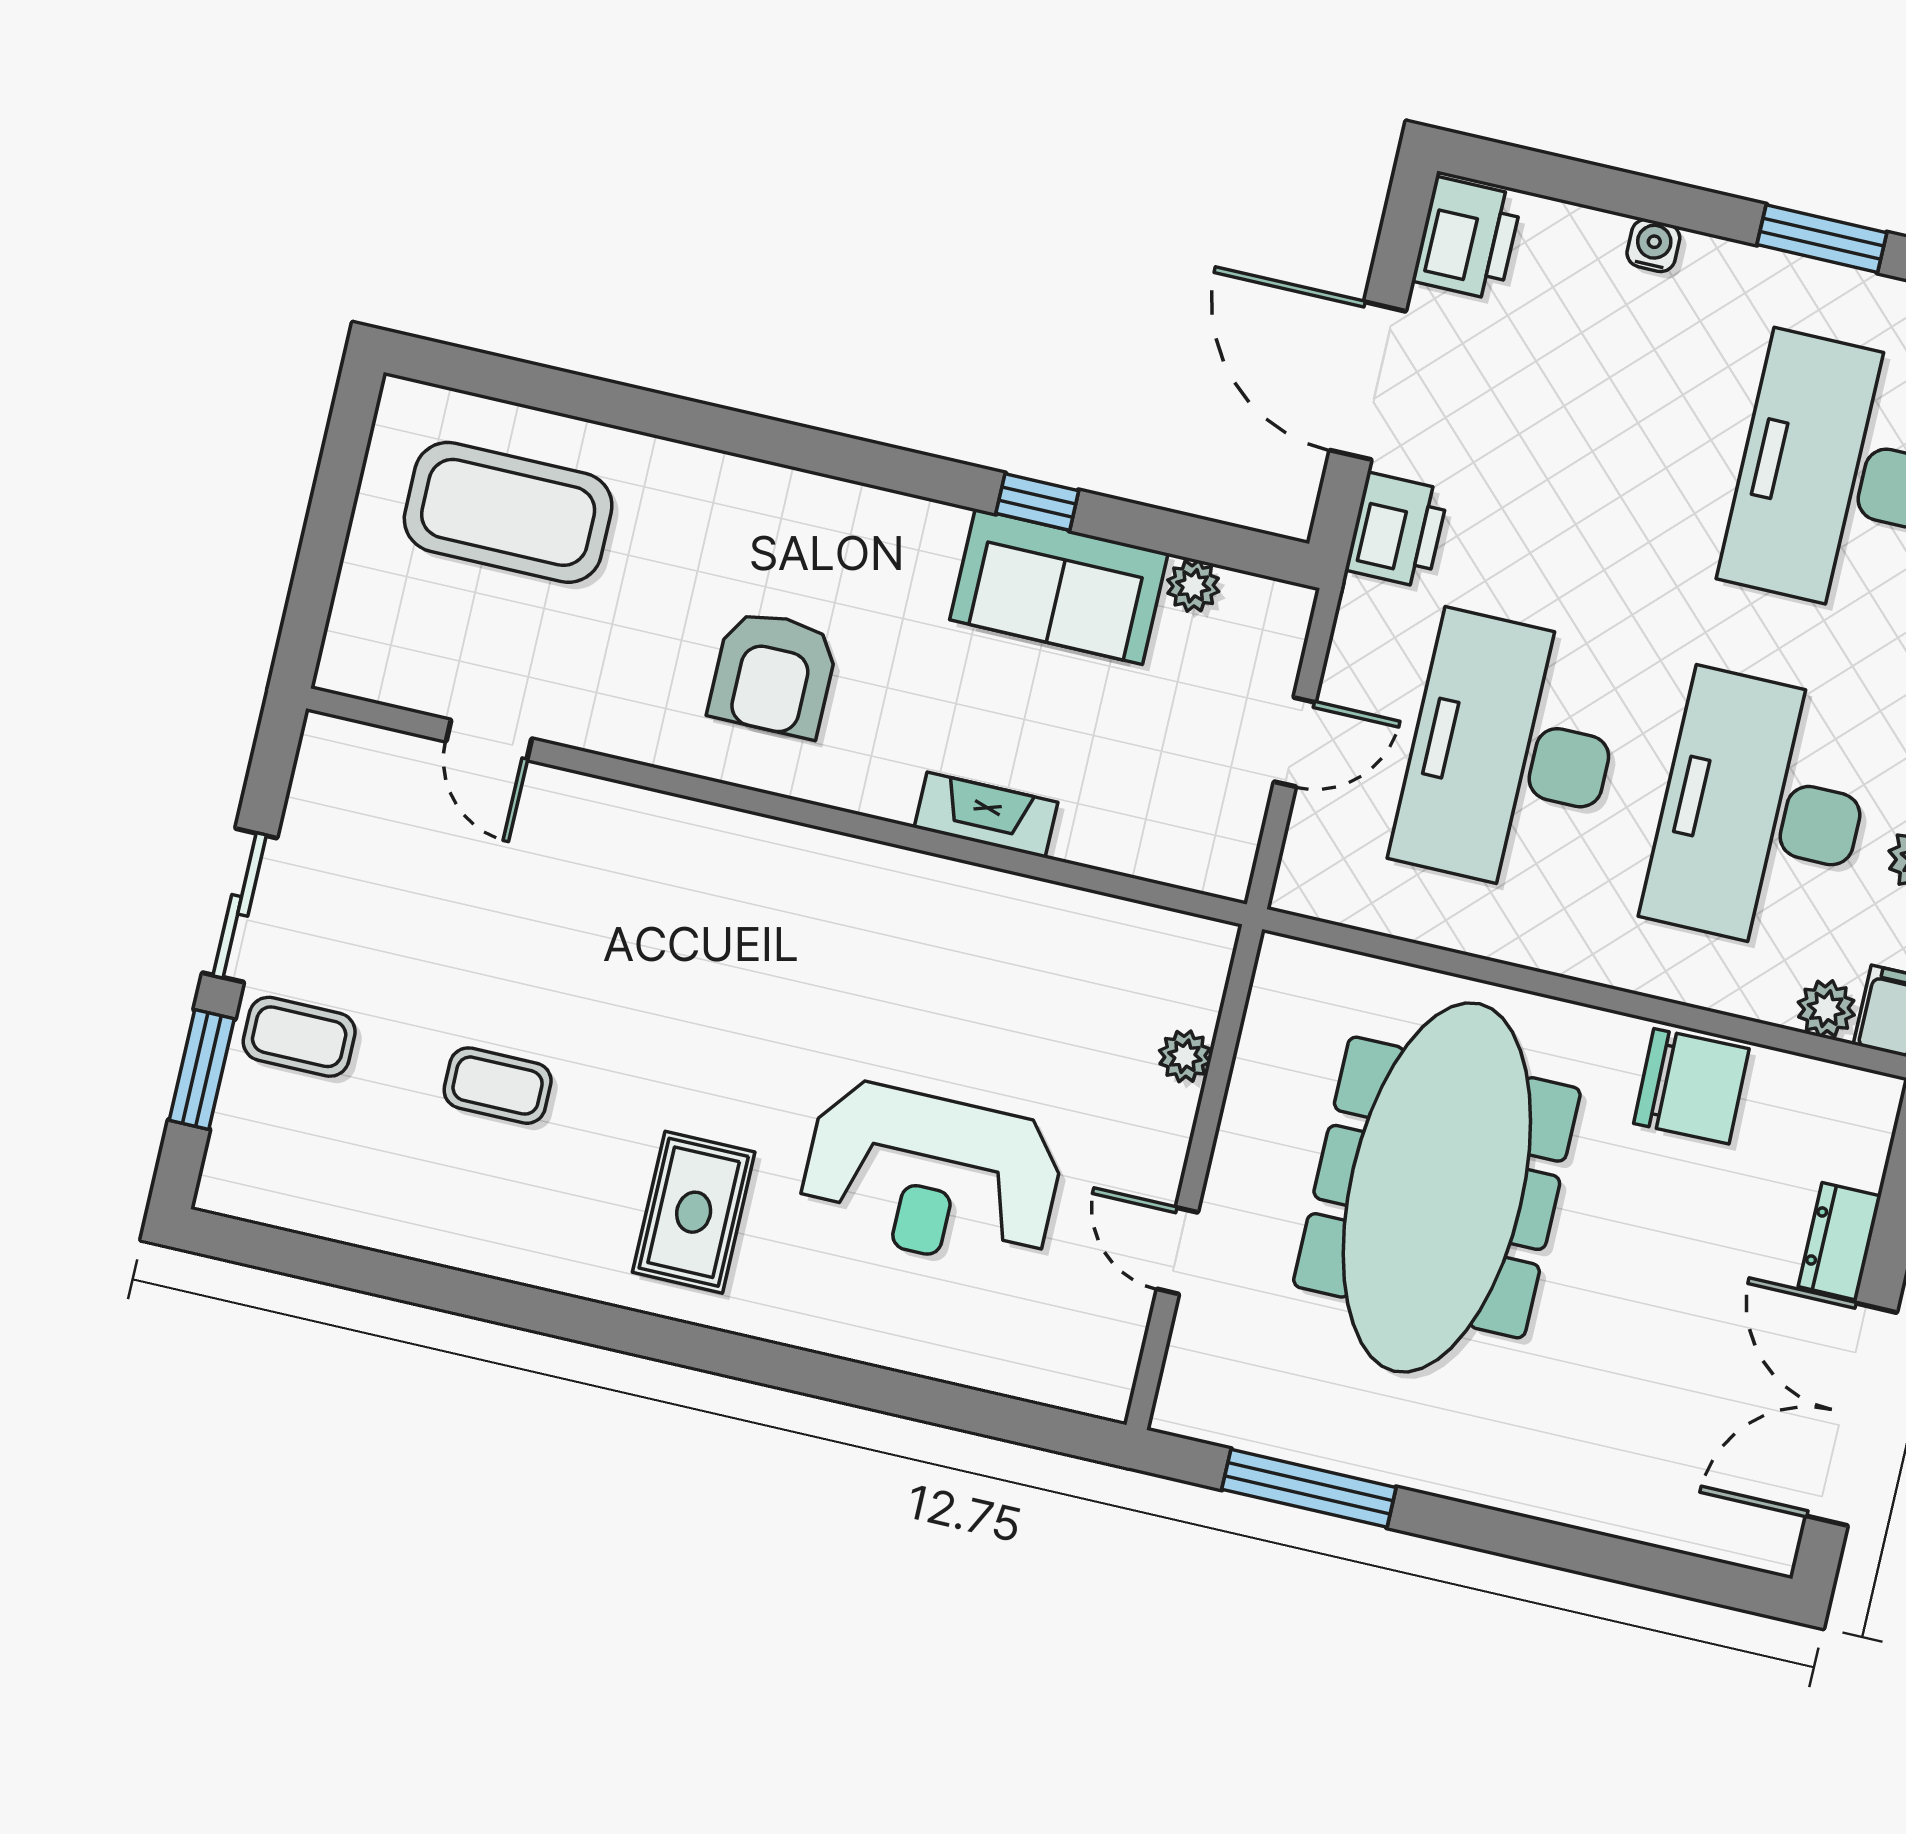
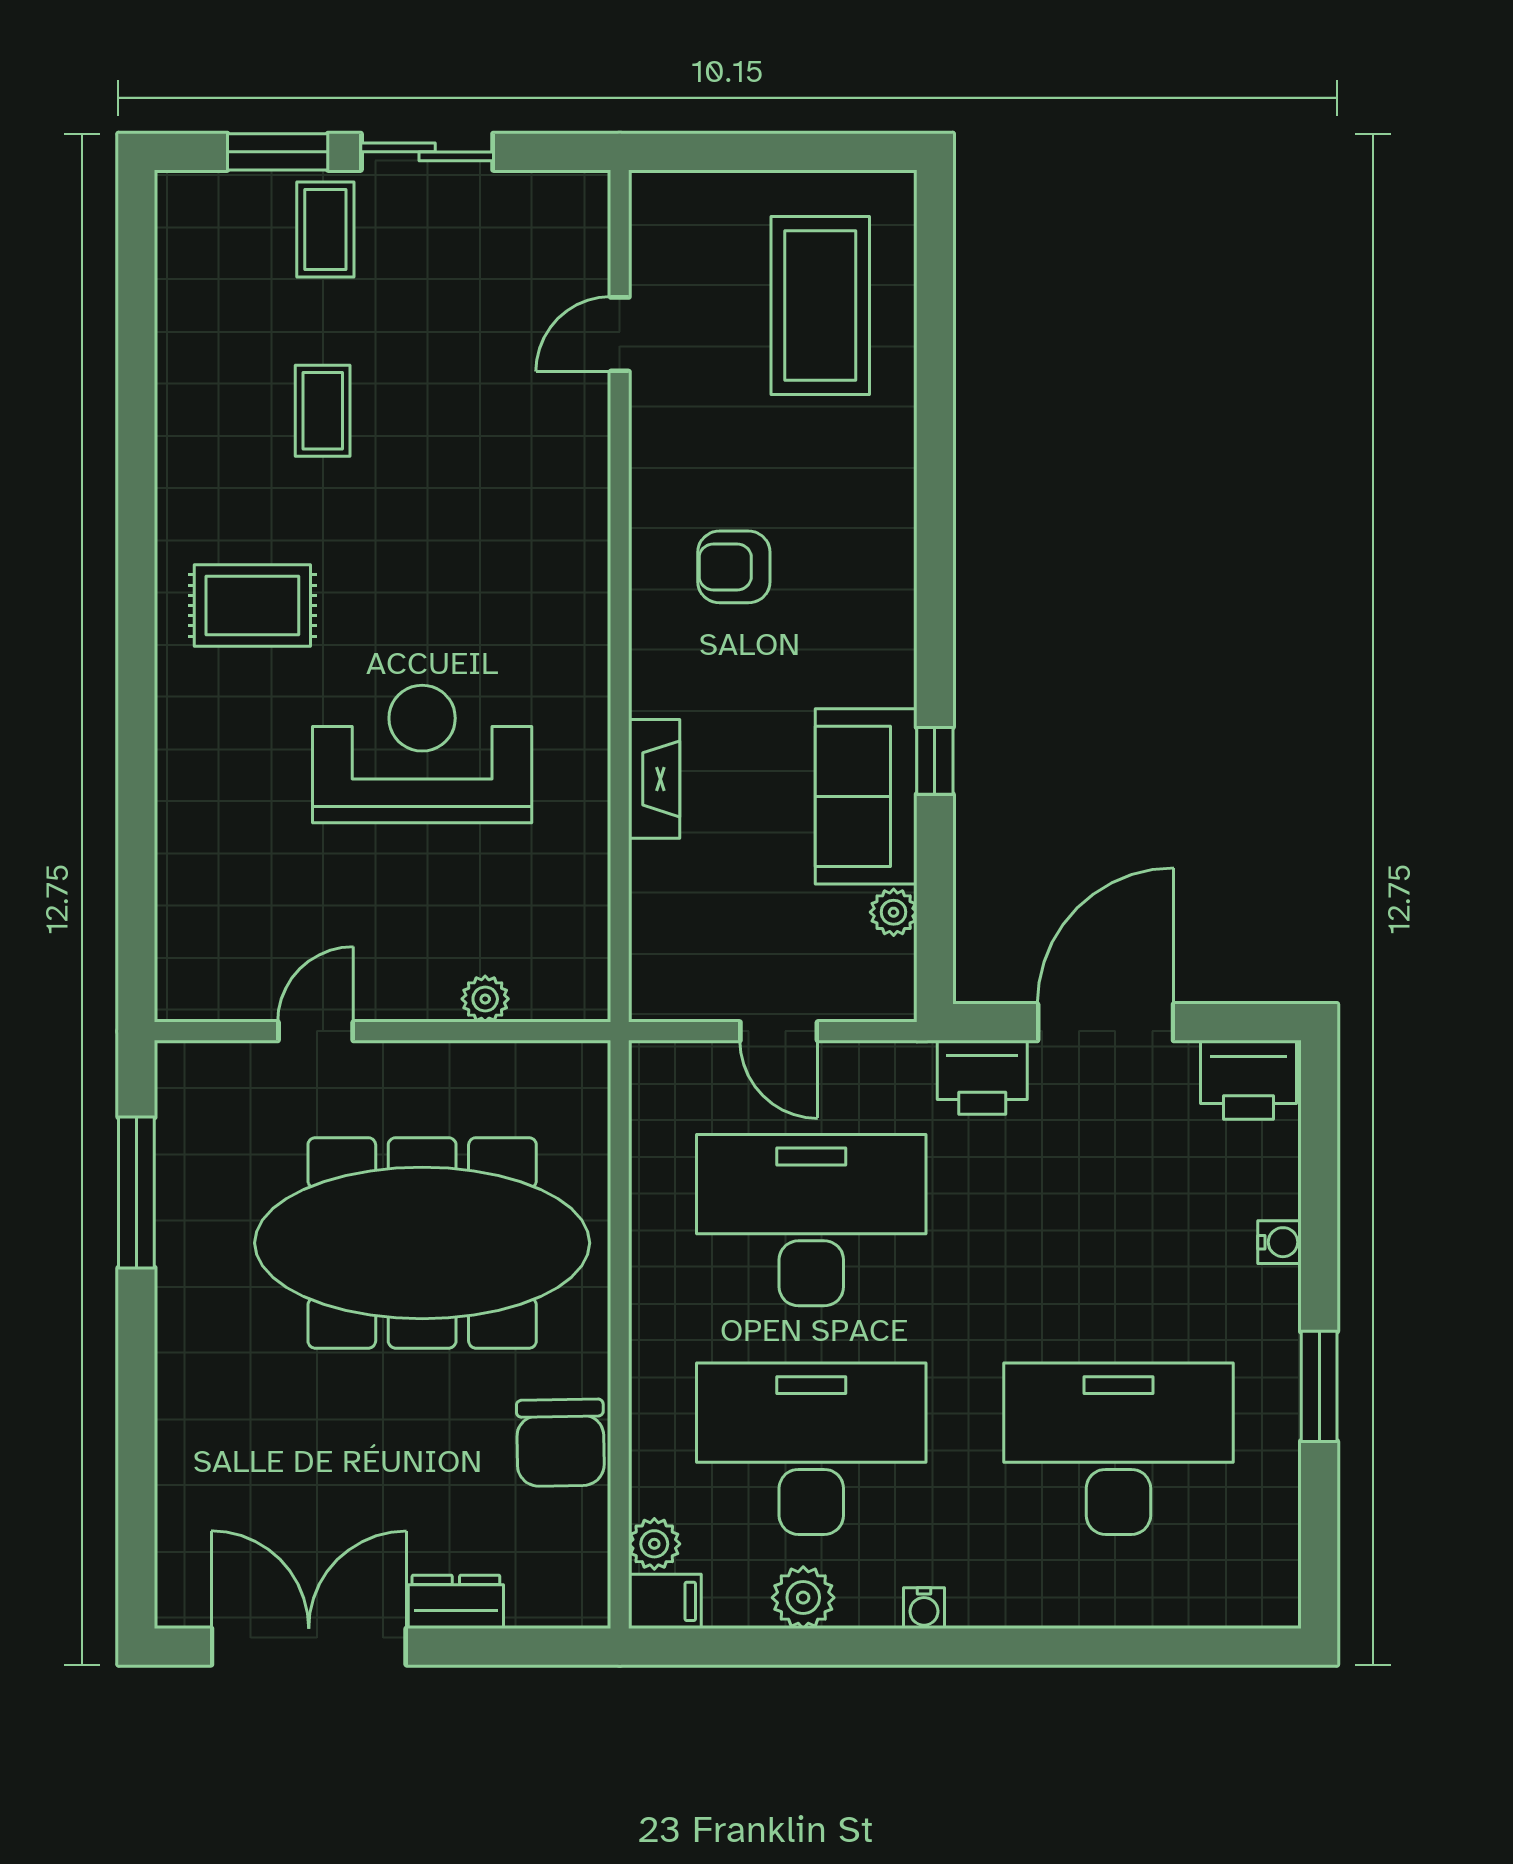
armchair: (773, 674) -> (734, 567), width x0.72, depth x0.72
reception desk: (932, 1176) -> (422, 754), moved, turned 90

